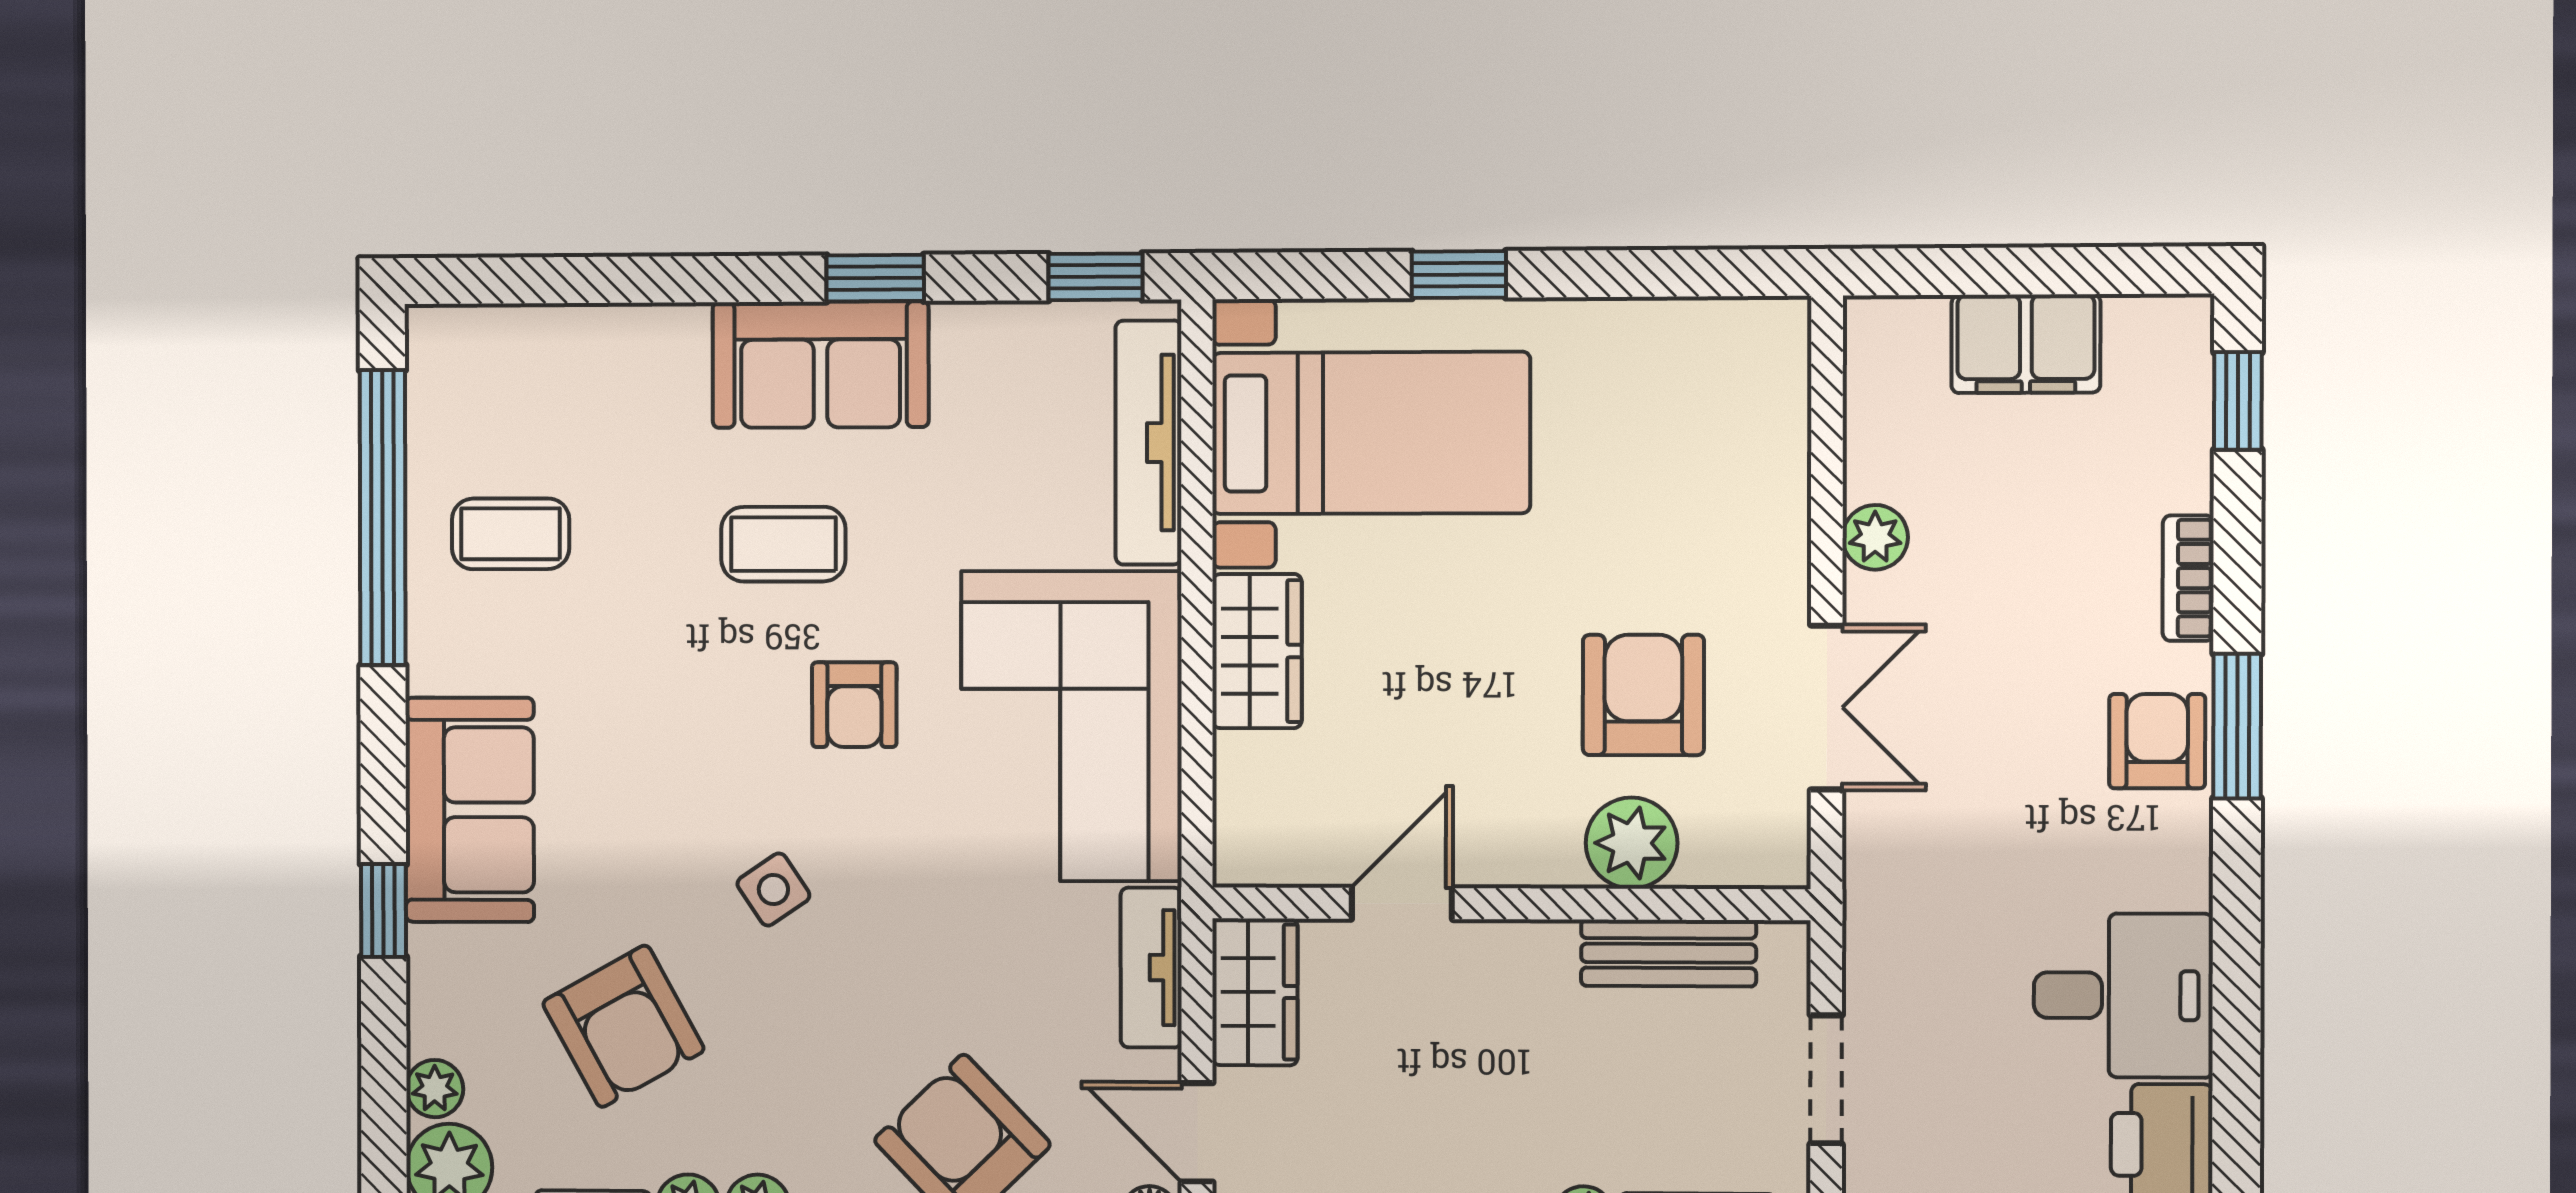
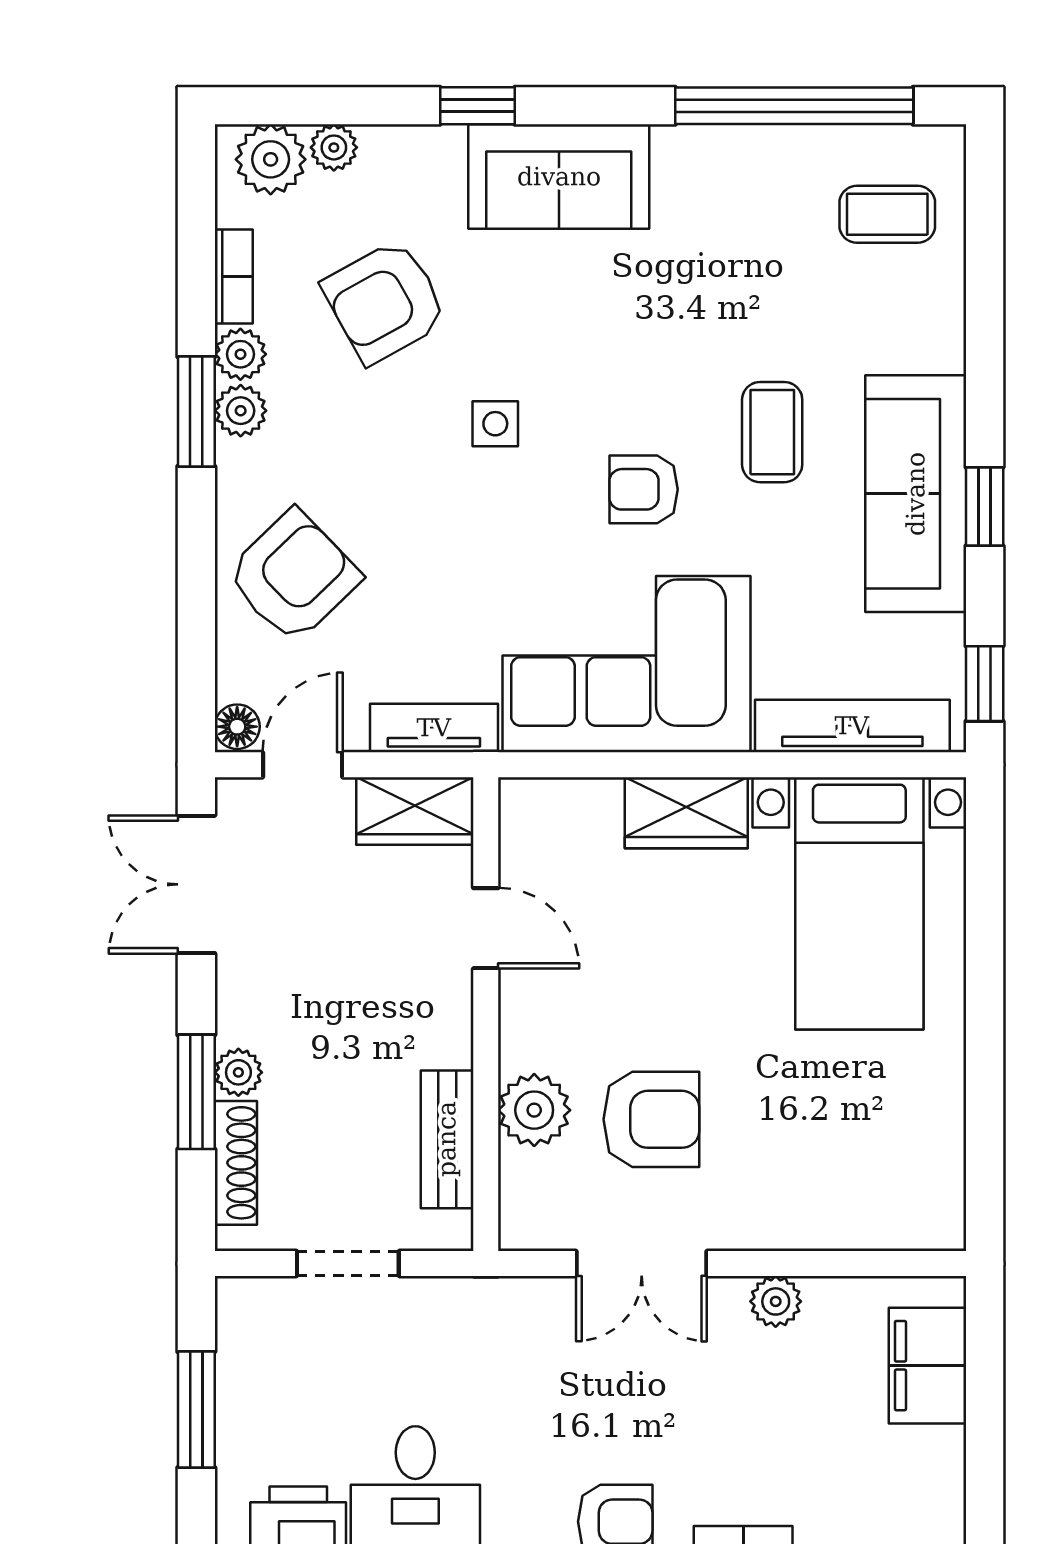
window: (1459, 275) -> (985, 973), removed
filing cabinet: (2026, 344) -> (927, 1366), moved
sofa: (821, 365) -> (916, 494), width x1.36
coffee table: (511, 534) -> (887, 214), moved, turned 90
side table: (773, 890) -> (495, 424), turned 34

